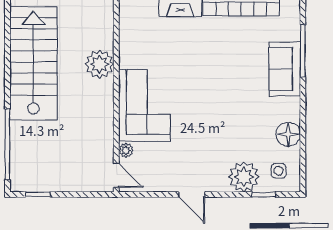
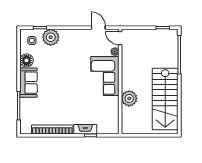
sofa: (285, 69) -> (28, 83), moved
door: (192, 194) -> (98, 28), moved

